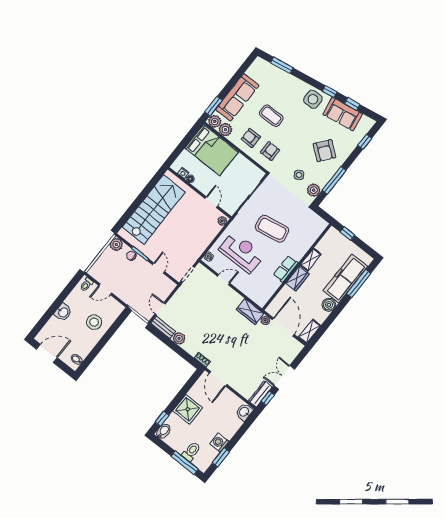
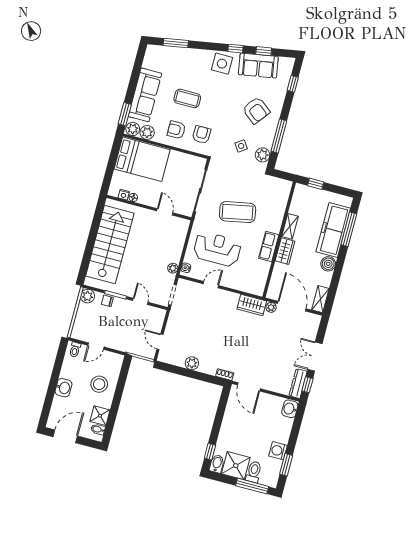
plant: (222, 221) -> (173, 268), moved
bench: (163, 327) -> (171, 359), removed
shower: (83, 349) -> (100, 416), added
shower: (188, 409) -> (236, 466), moved

